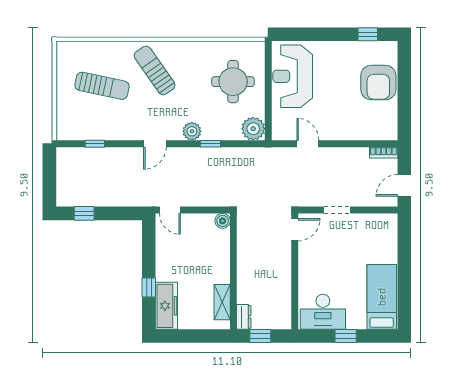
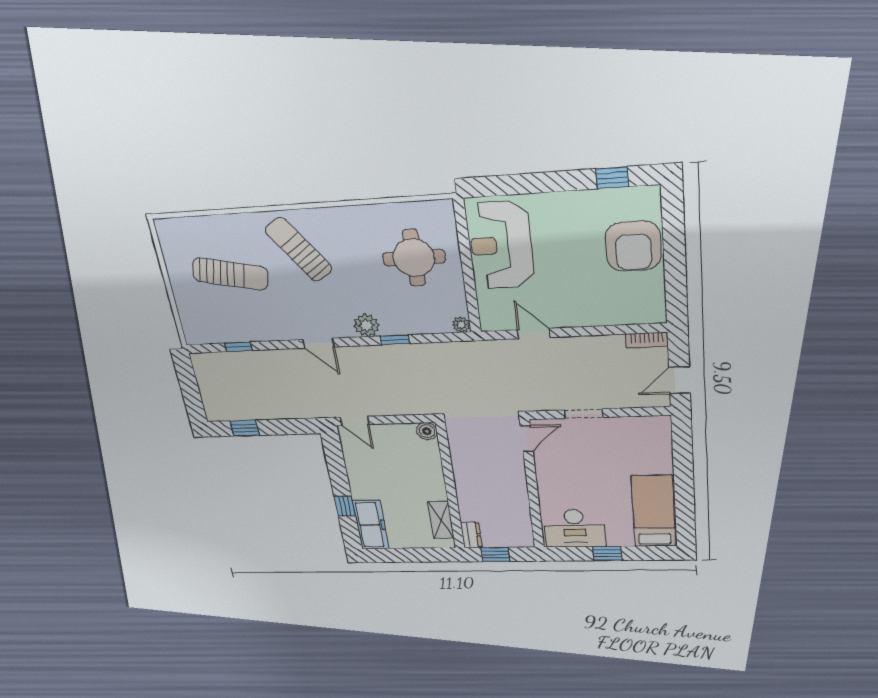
plant: (253, 129) -> (461, 325), width x0.53, depth x0.53
door: (155, 144) -> (319, 343), hinge flipped

